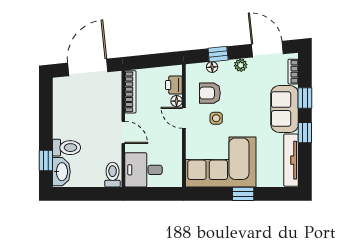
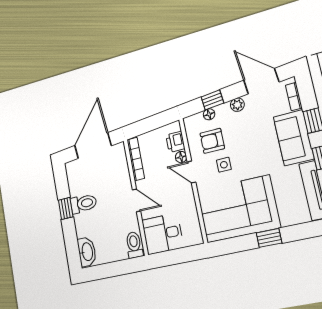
toilet: (67, 148) -> (84, 204), moved
window: (46, 160) -> (66, 208), moved

